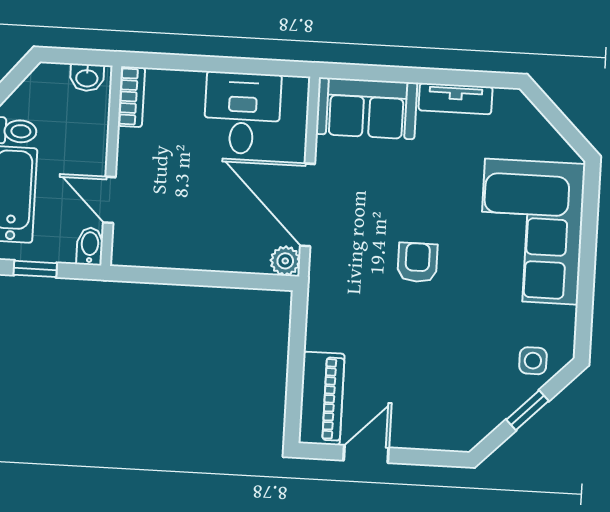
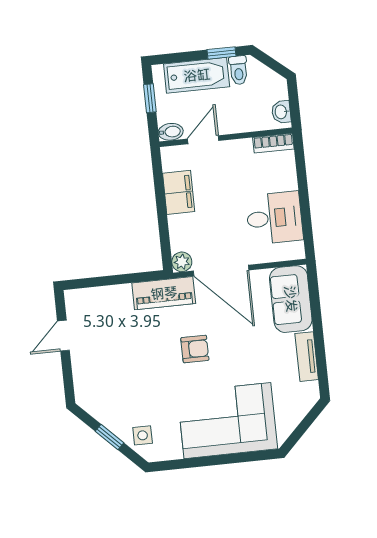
door: (308, 205) -> (221, 271), swing flipped
filing cabinet: (182, 249) -> (179, 192), added
piano: (322, 398) -> (164, 293), moved
door: (366, 454) -> (63, 336), swing flipped

